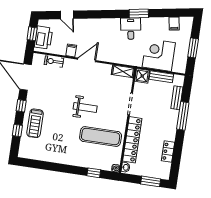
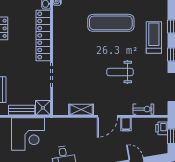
printer: (44, 38) -> (162, 128), width x0.53, depth x0.68
shelving: (123, 71) -> (81, 110), moved
weight bench: (85, 108) -> (120, 72), moved
exercise mat: (101, 137) -> (111, 23), moved

